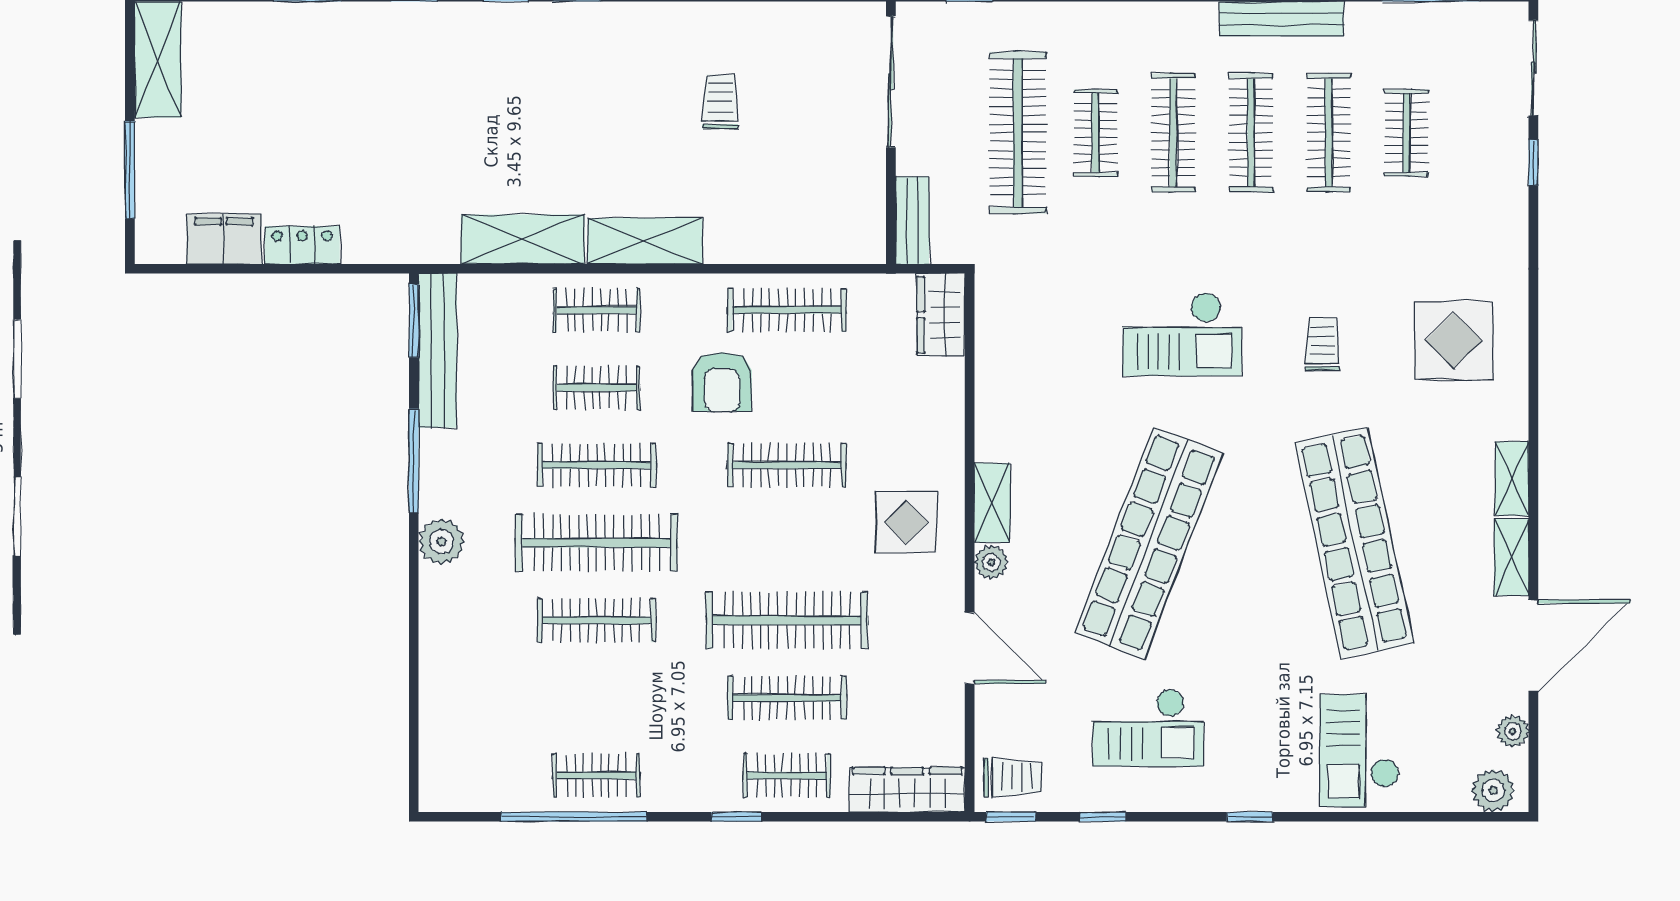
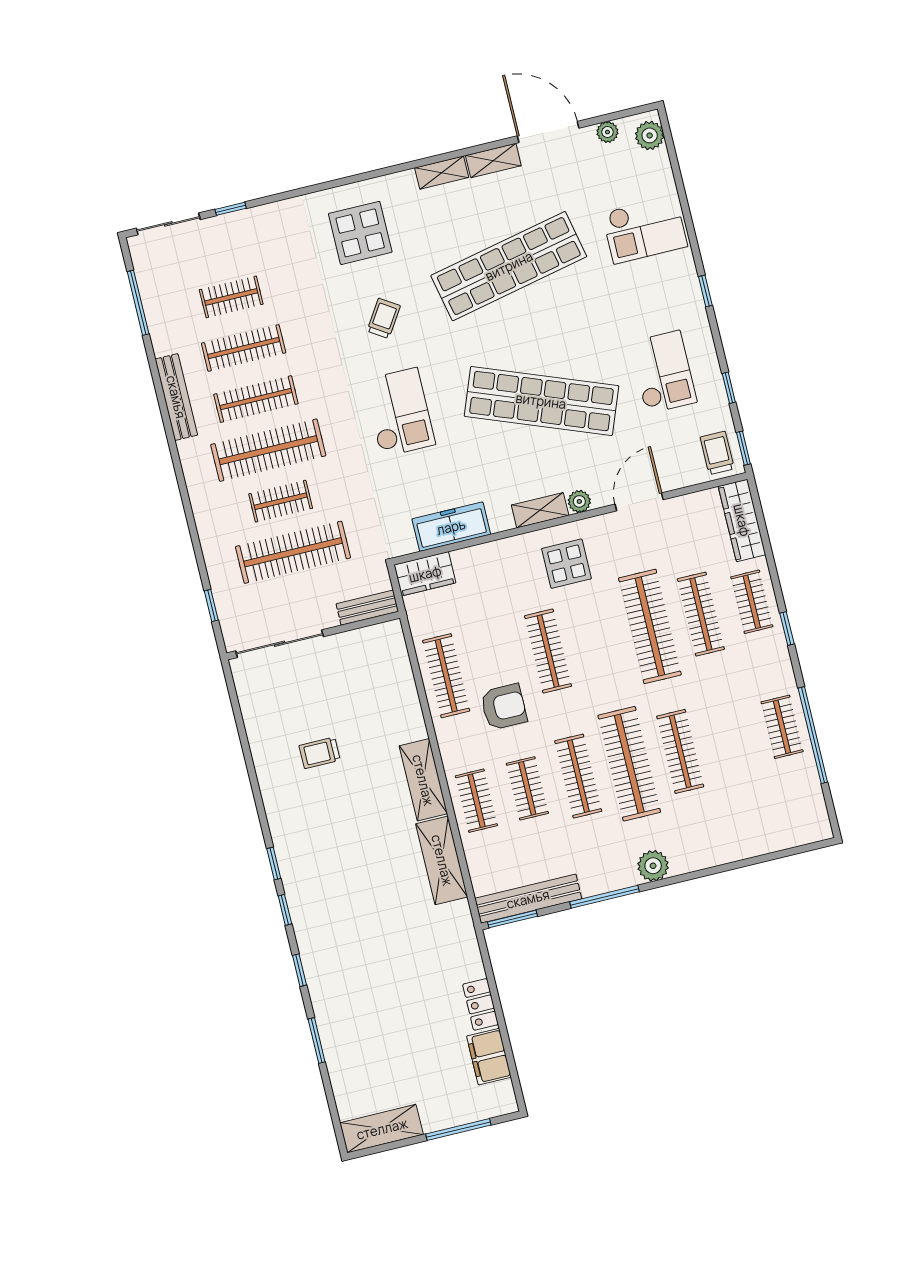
clothes rail: (1173, 133) -> (268, 450), width x1.37, depth x1.31
trolley: (1323, 345) -> (384, 318), turned 123
freezer: (999, 369) -> (451, 527), added

